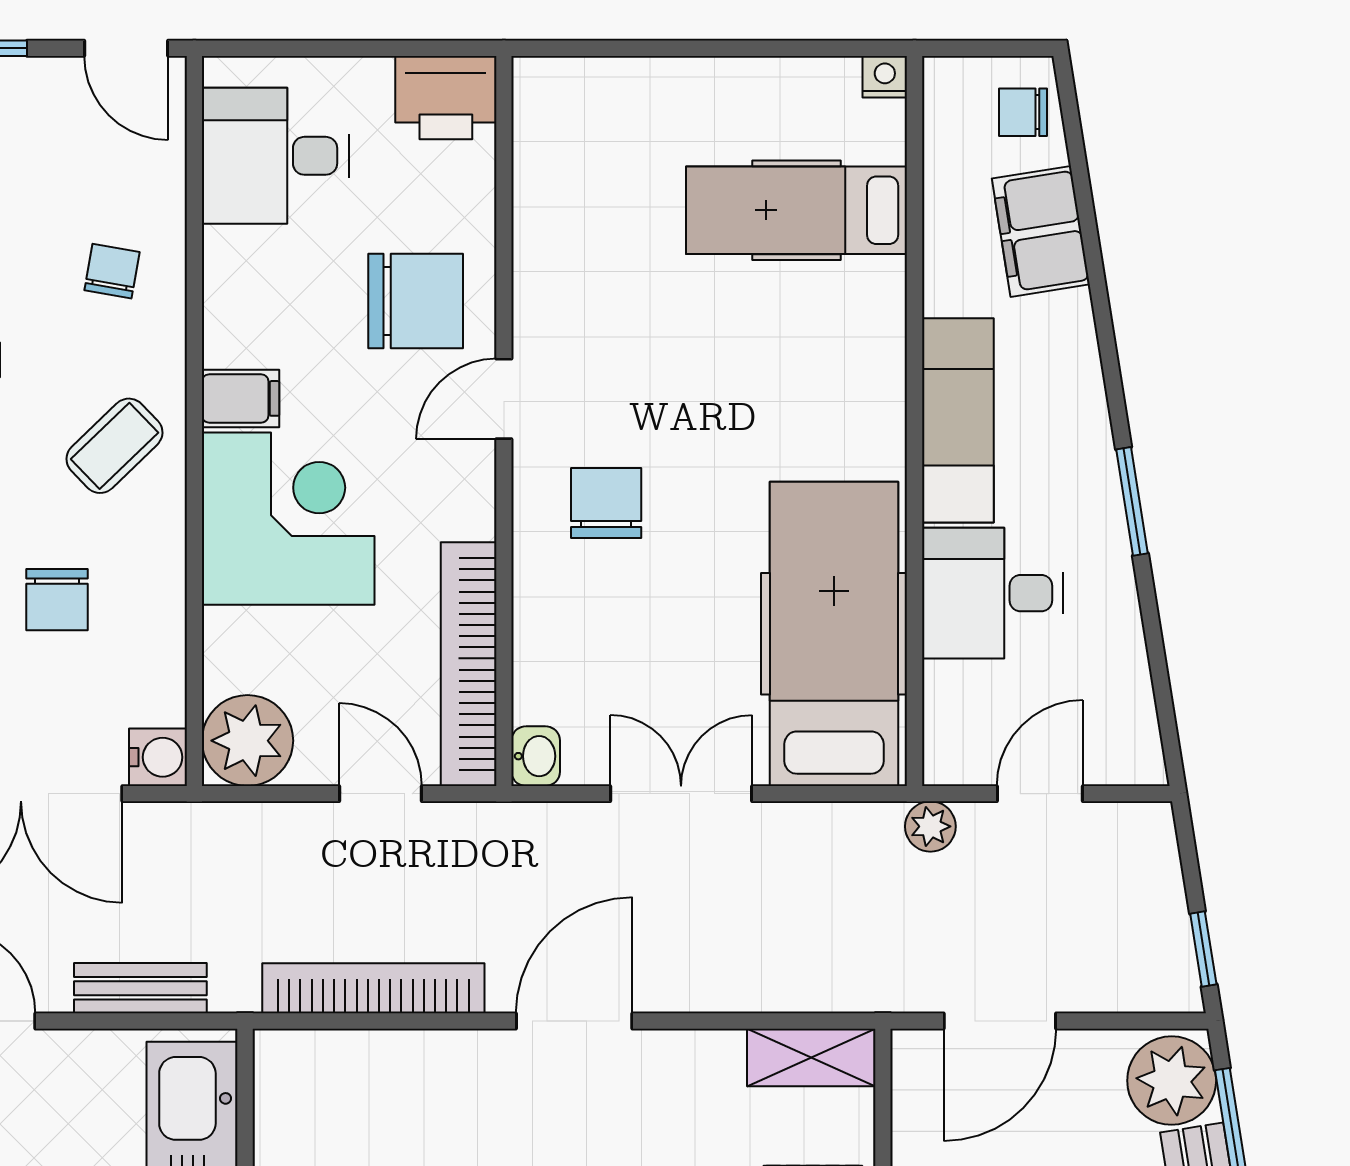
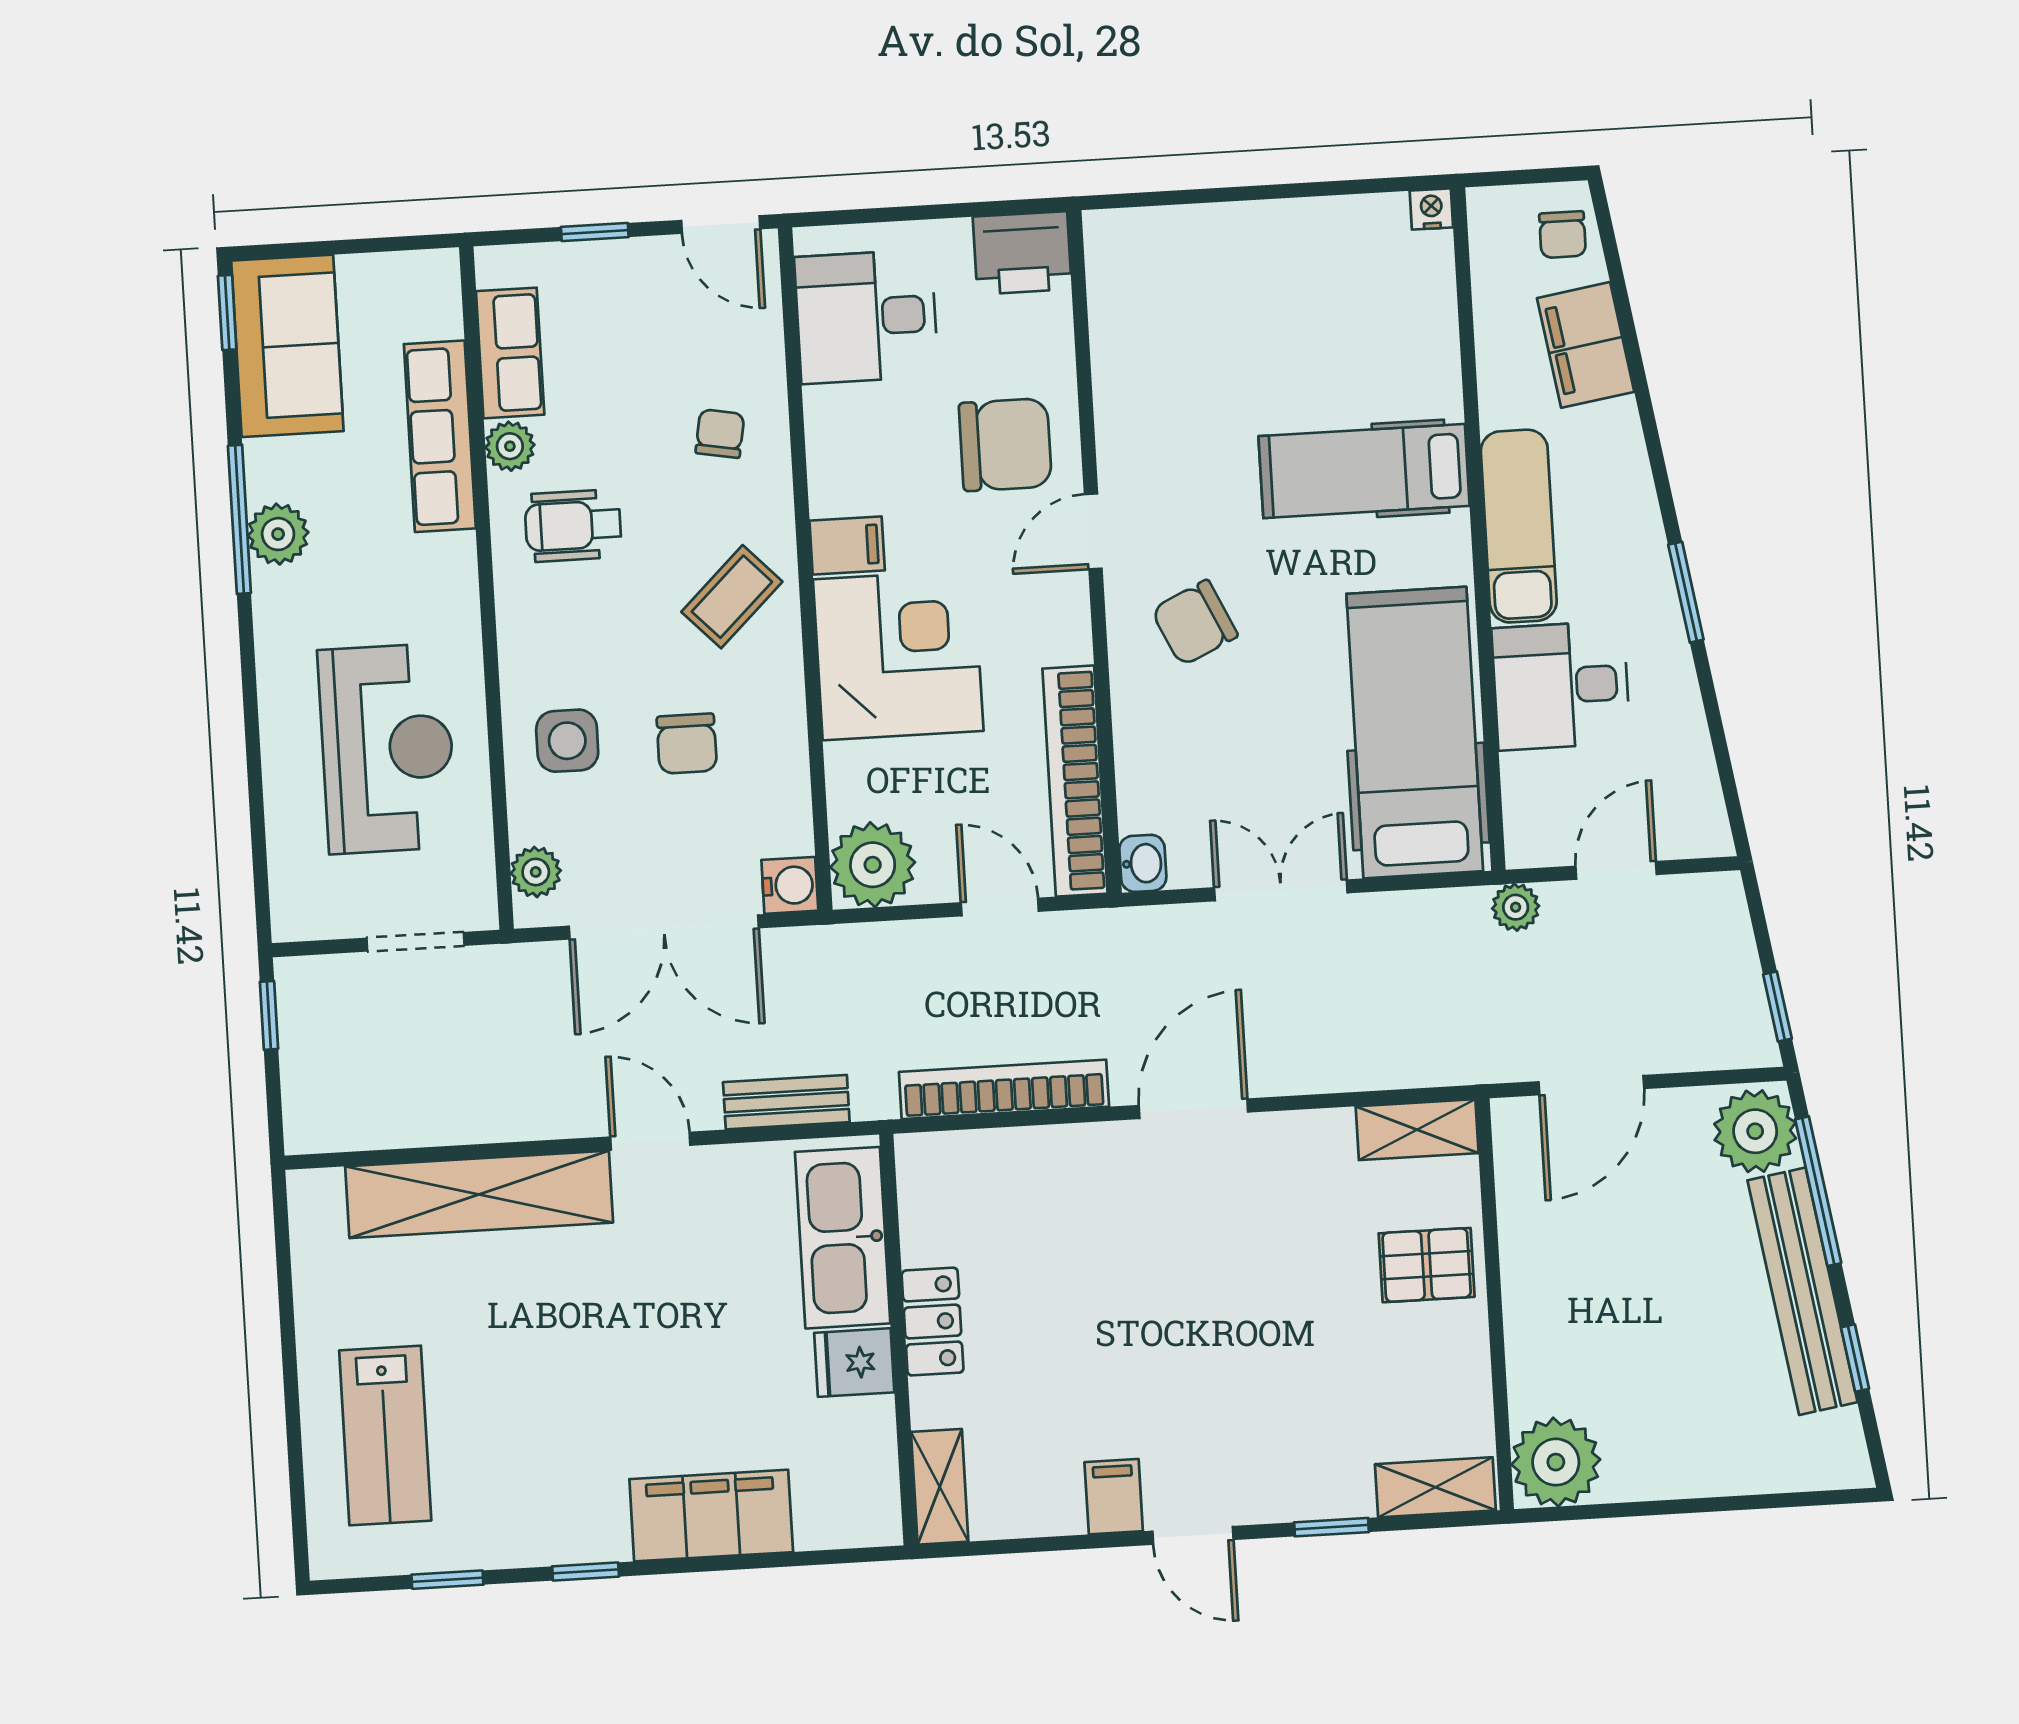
chair: (1023, 112) -> (1563, 235), turned -90
hospital bed: (796, 210) -> (1364, 471), moved
chair: (606, 503) -> (1195, 623), turned -115

